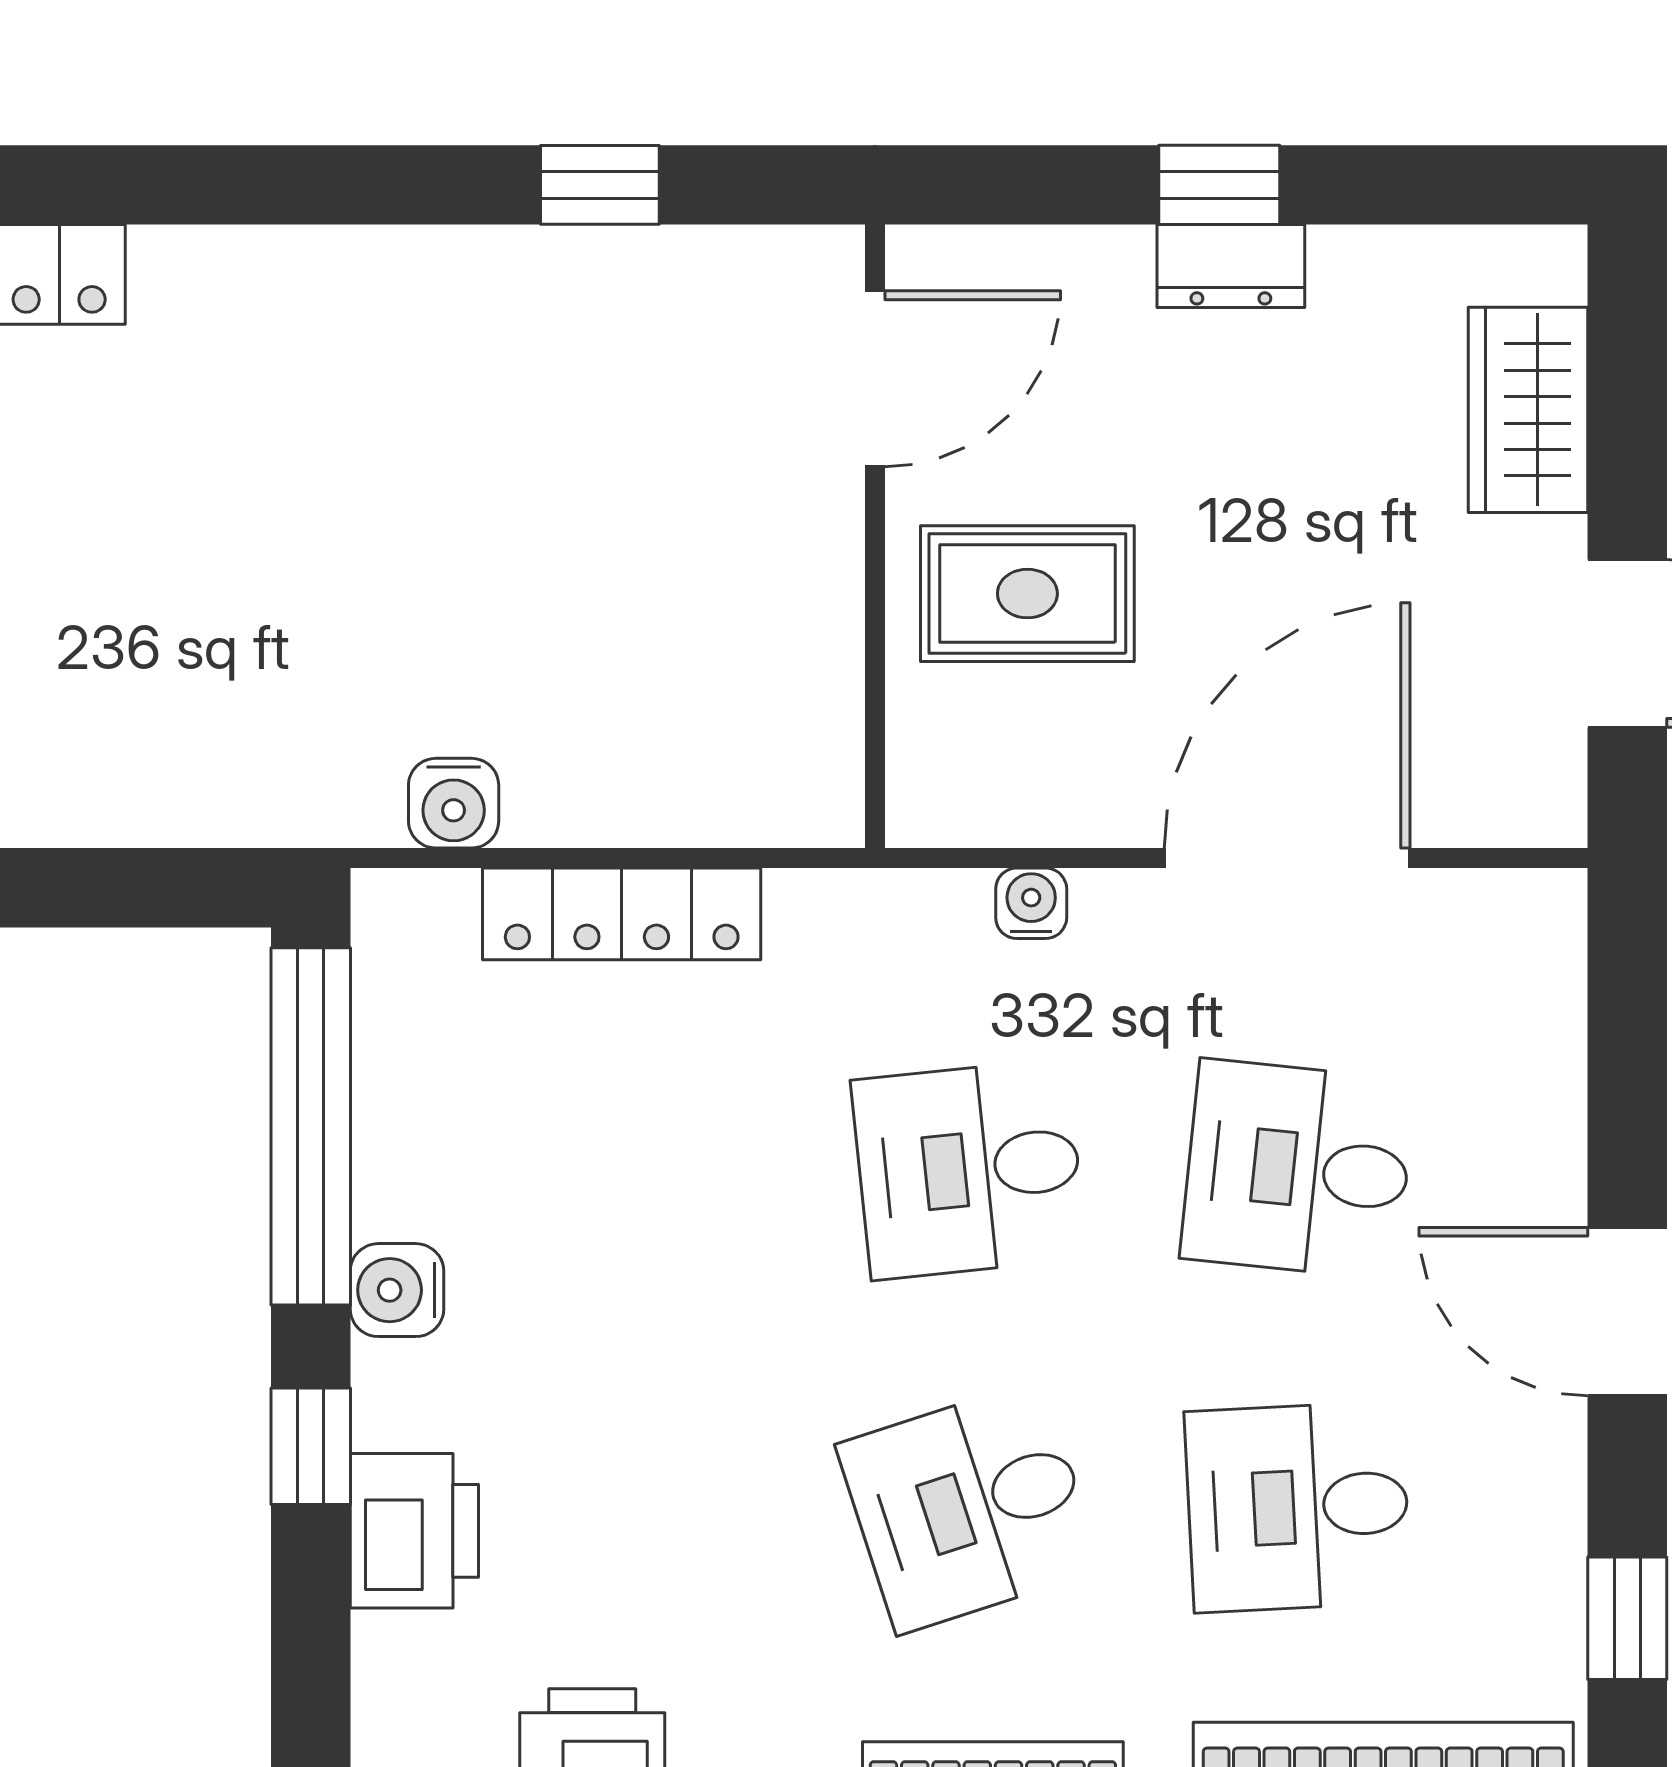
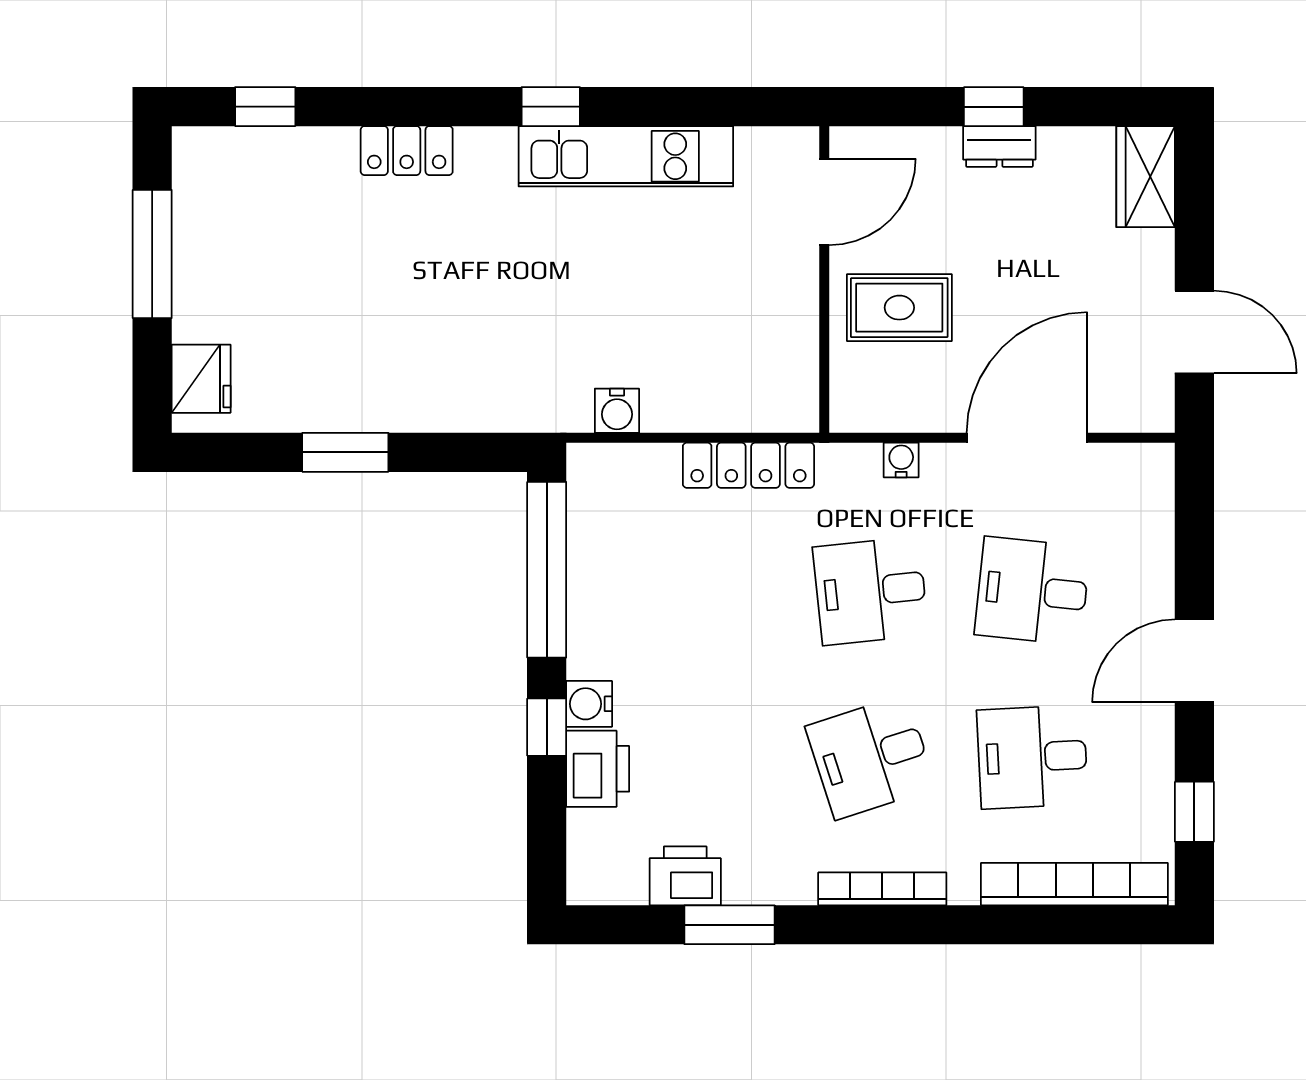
window: (600, 185) -> (551, 107), moved
kitchen unit: (472, 286) -> (626, 156), added
wardrobe: (1528, 410) -> (1146, 177), moved
locker: (622, 914) -> (748, 465), moved
water cooler: (397, 1290) -> (589, 704), moved
door: (1627, 1312) -> (1194, 661), hinge flipped

